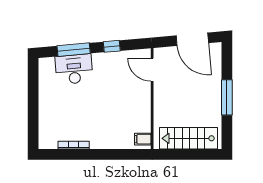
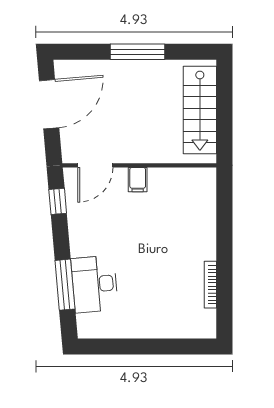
window: (112, 46) -> (58, 201), moved
filing cabinet: (143, 139) -> (138, 180), moved

